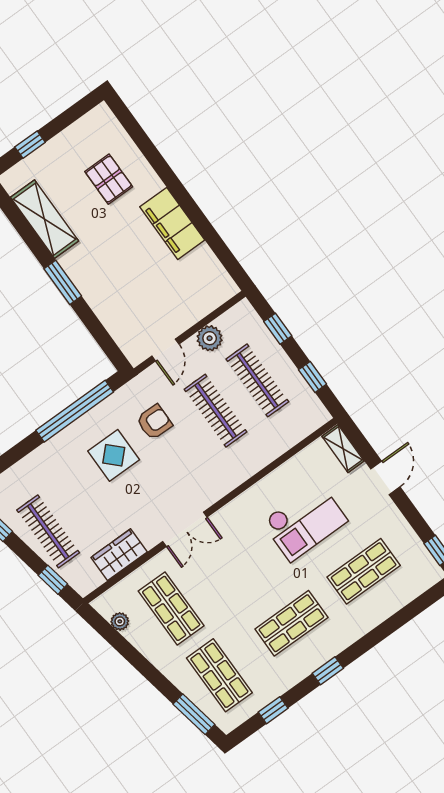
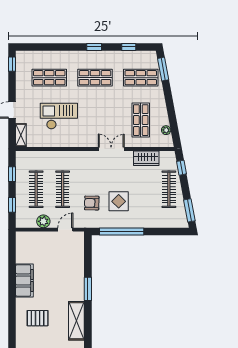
pallet: (109, 179) -> (38, 318), turned 90
shop shelf: (219, 675) -> (141, 78), turned 90

